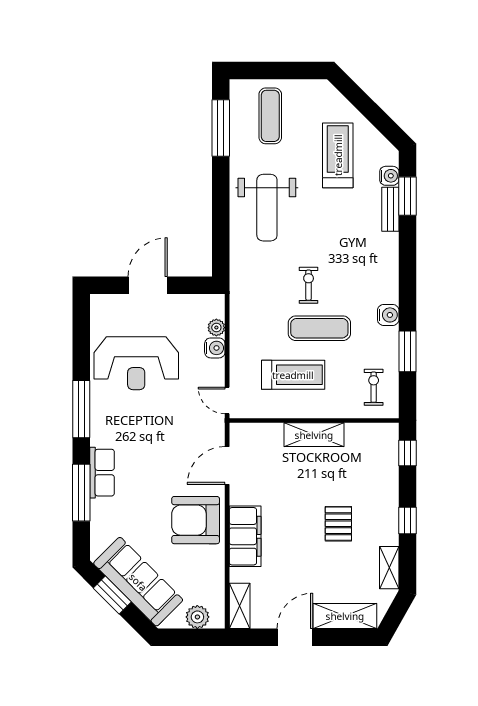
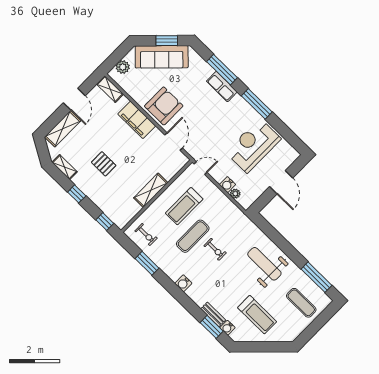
water cooler: (388, 315) -> (183, 283), moved

